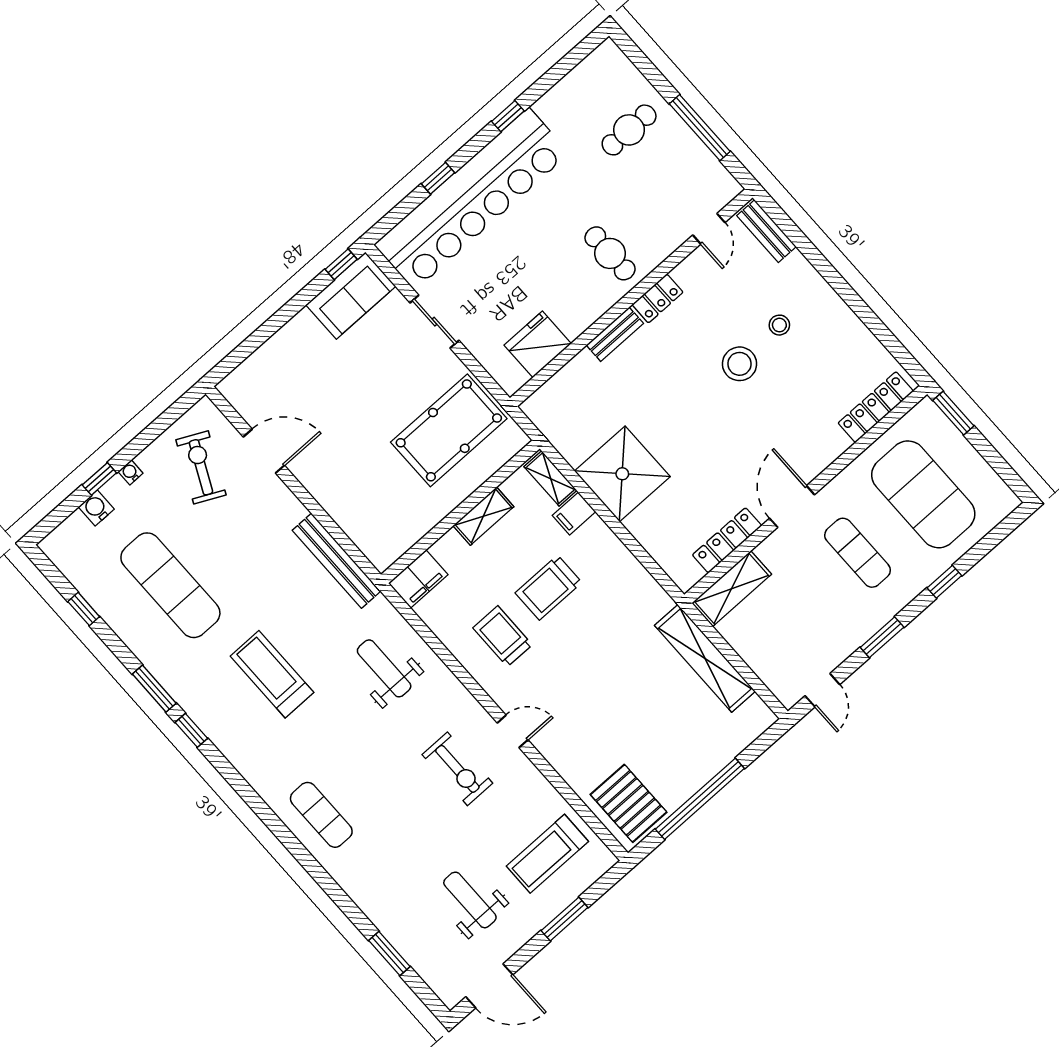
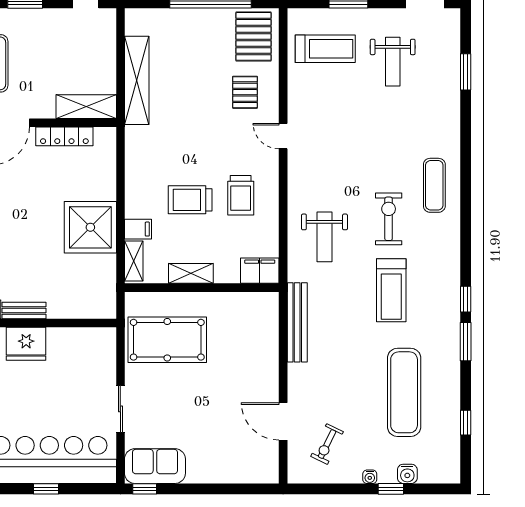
fridge: (538, 344) -> (26, 344), moved
exercise bike: (201, 467) -> (327, 444), width x0.73, depth x0.72
trolley: (548, 588) -> (190, 200), turned 180
pallet: (588, 741) -> (245, 92), added
exercise bike: (457, 769) -> (389, 219), moved

